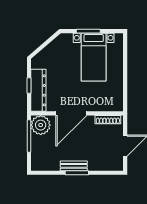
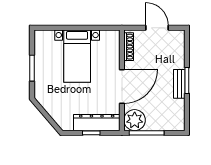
bed with nightstands: (94, 57) -> (77, 56), moved, turned 90
door: (71, 113) -> (122, 86), hinge flipped

